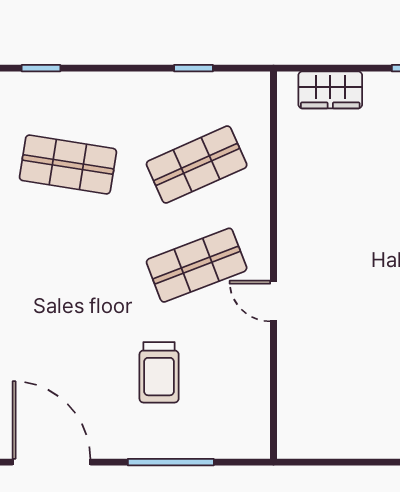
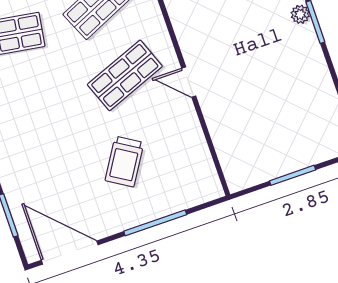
trolley: (159, 372) -> (124, 162), turned 32
window: (363, 462) -> (293, 175), added

